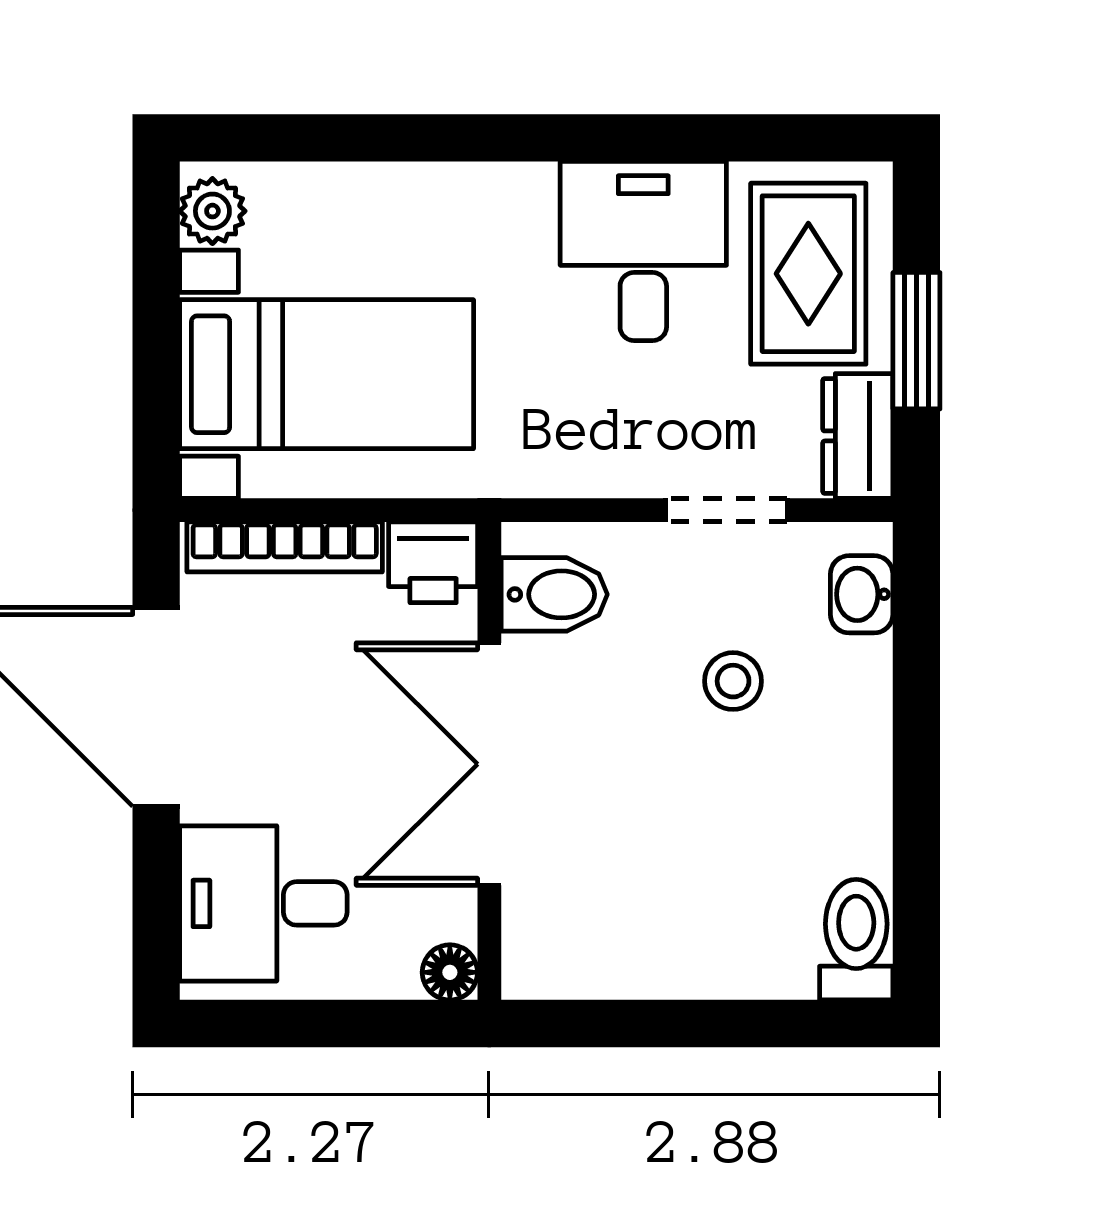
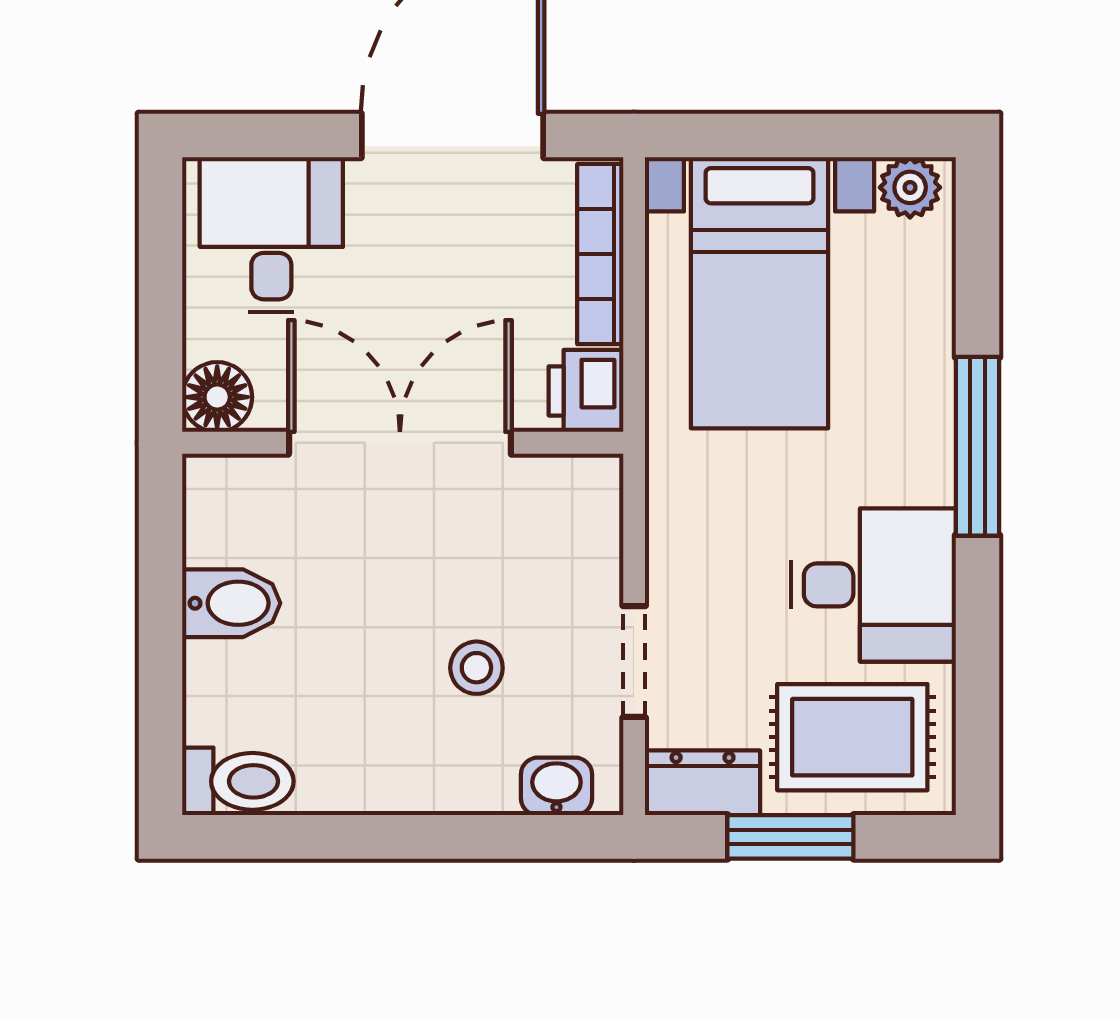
window: (493, 138) -> (978, 446), added
bidet: (554, 594) -> (231, 603), moved, turned -90
floor lamp: (450, 972) -> (217, 397), width x1.37, depth x1.37

